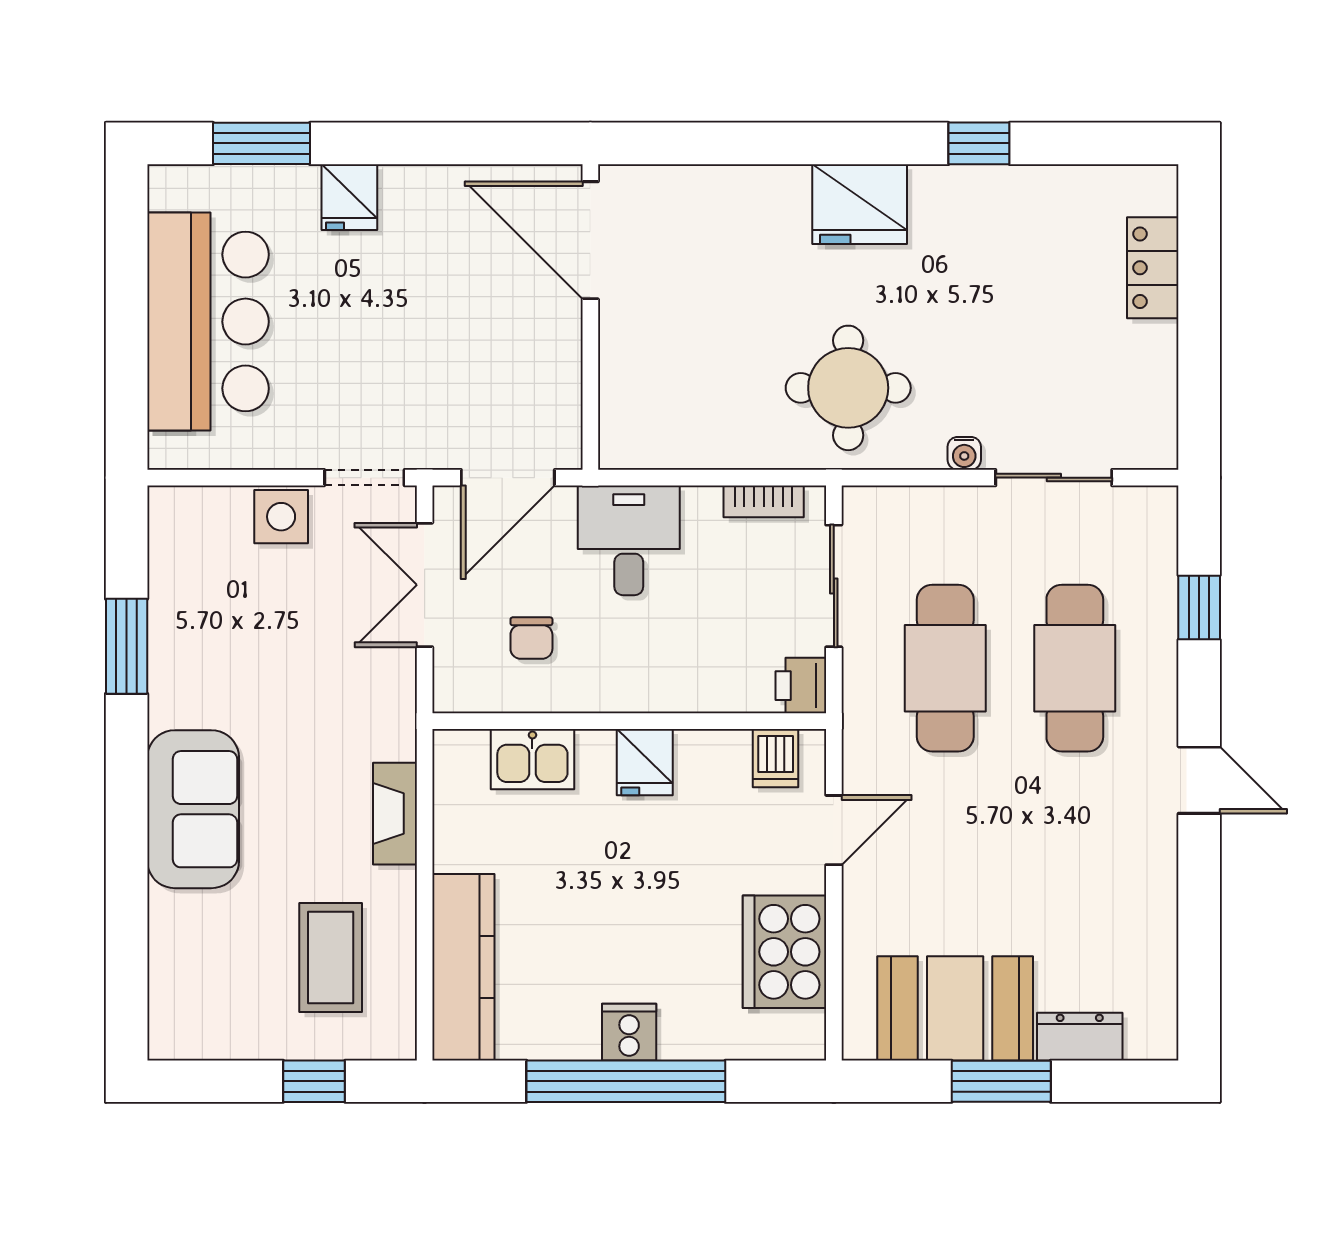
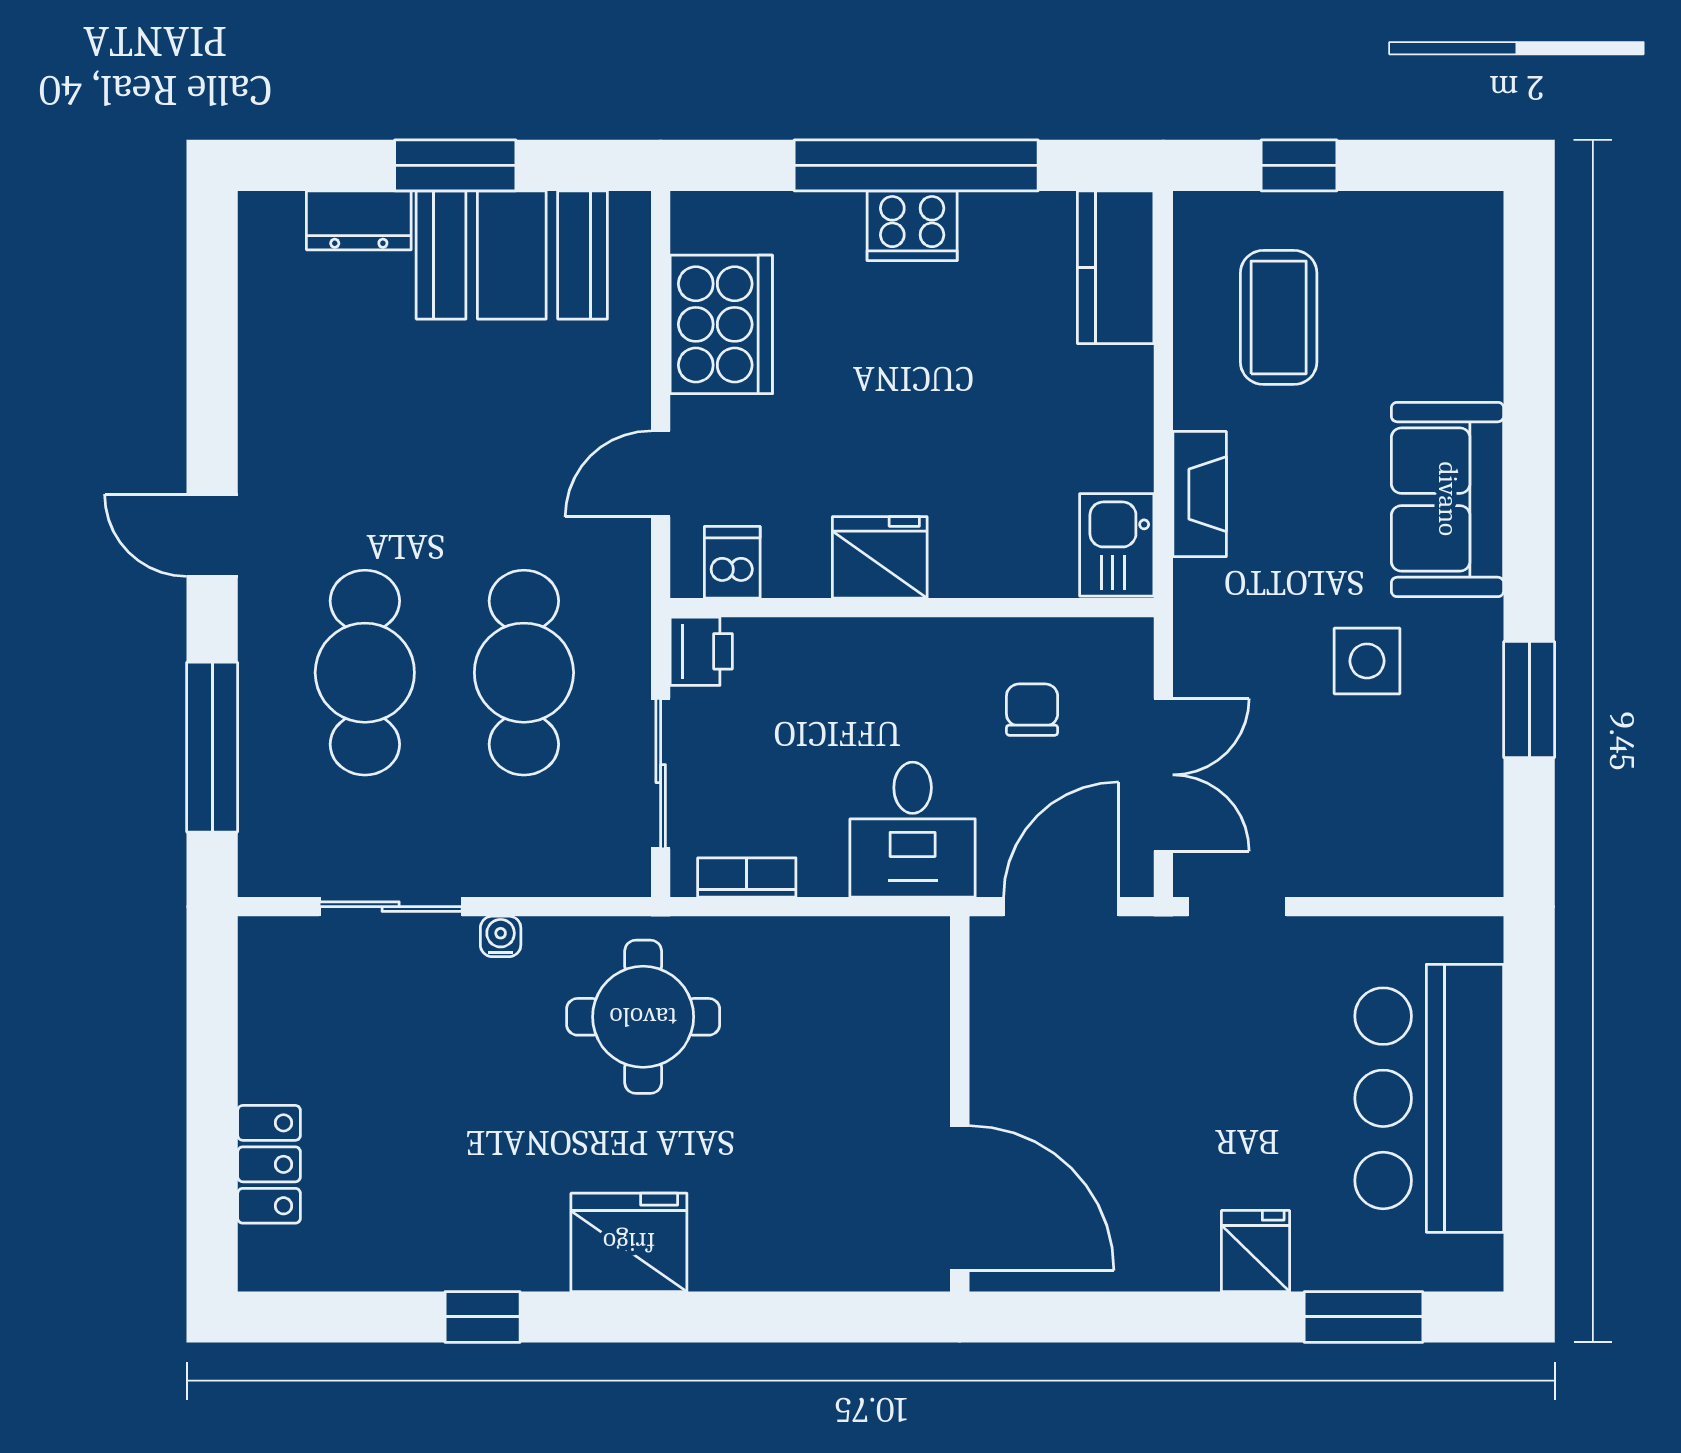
side table: (281, 517) -> (1367, 661), moved
window: (1199, 608) -> (212, 747), width x2.17
kitchen sink: (532, 759) -> (1117, 545), moved, turned -90
fridge: (645, 762) -> (880, 557), width x1.38
kitchen counter: (463, 967) -> (1116, 267), width x0.67
cooker: (629, 1032) -> (912, 226), width x1.36

